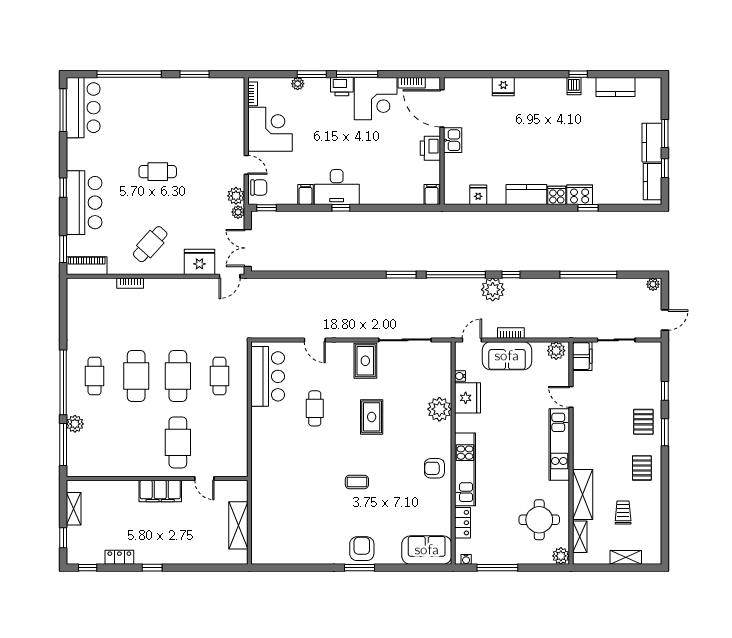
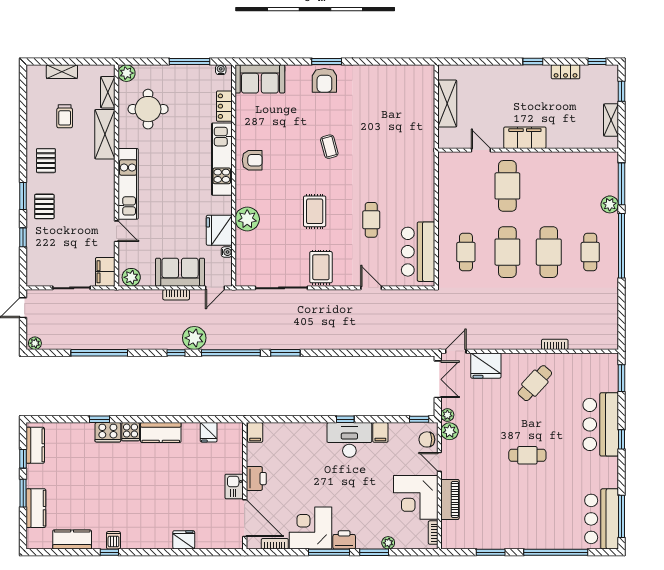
kitchen counter: (652, 143) -> (36, 508), moved
piano: (87, 266) -> (450, 499), moved, turned -90
coffee table: (357, 482) -> (329, 147), turned 75

